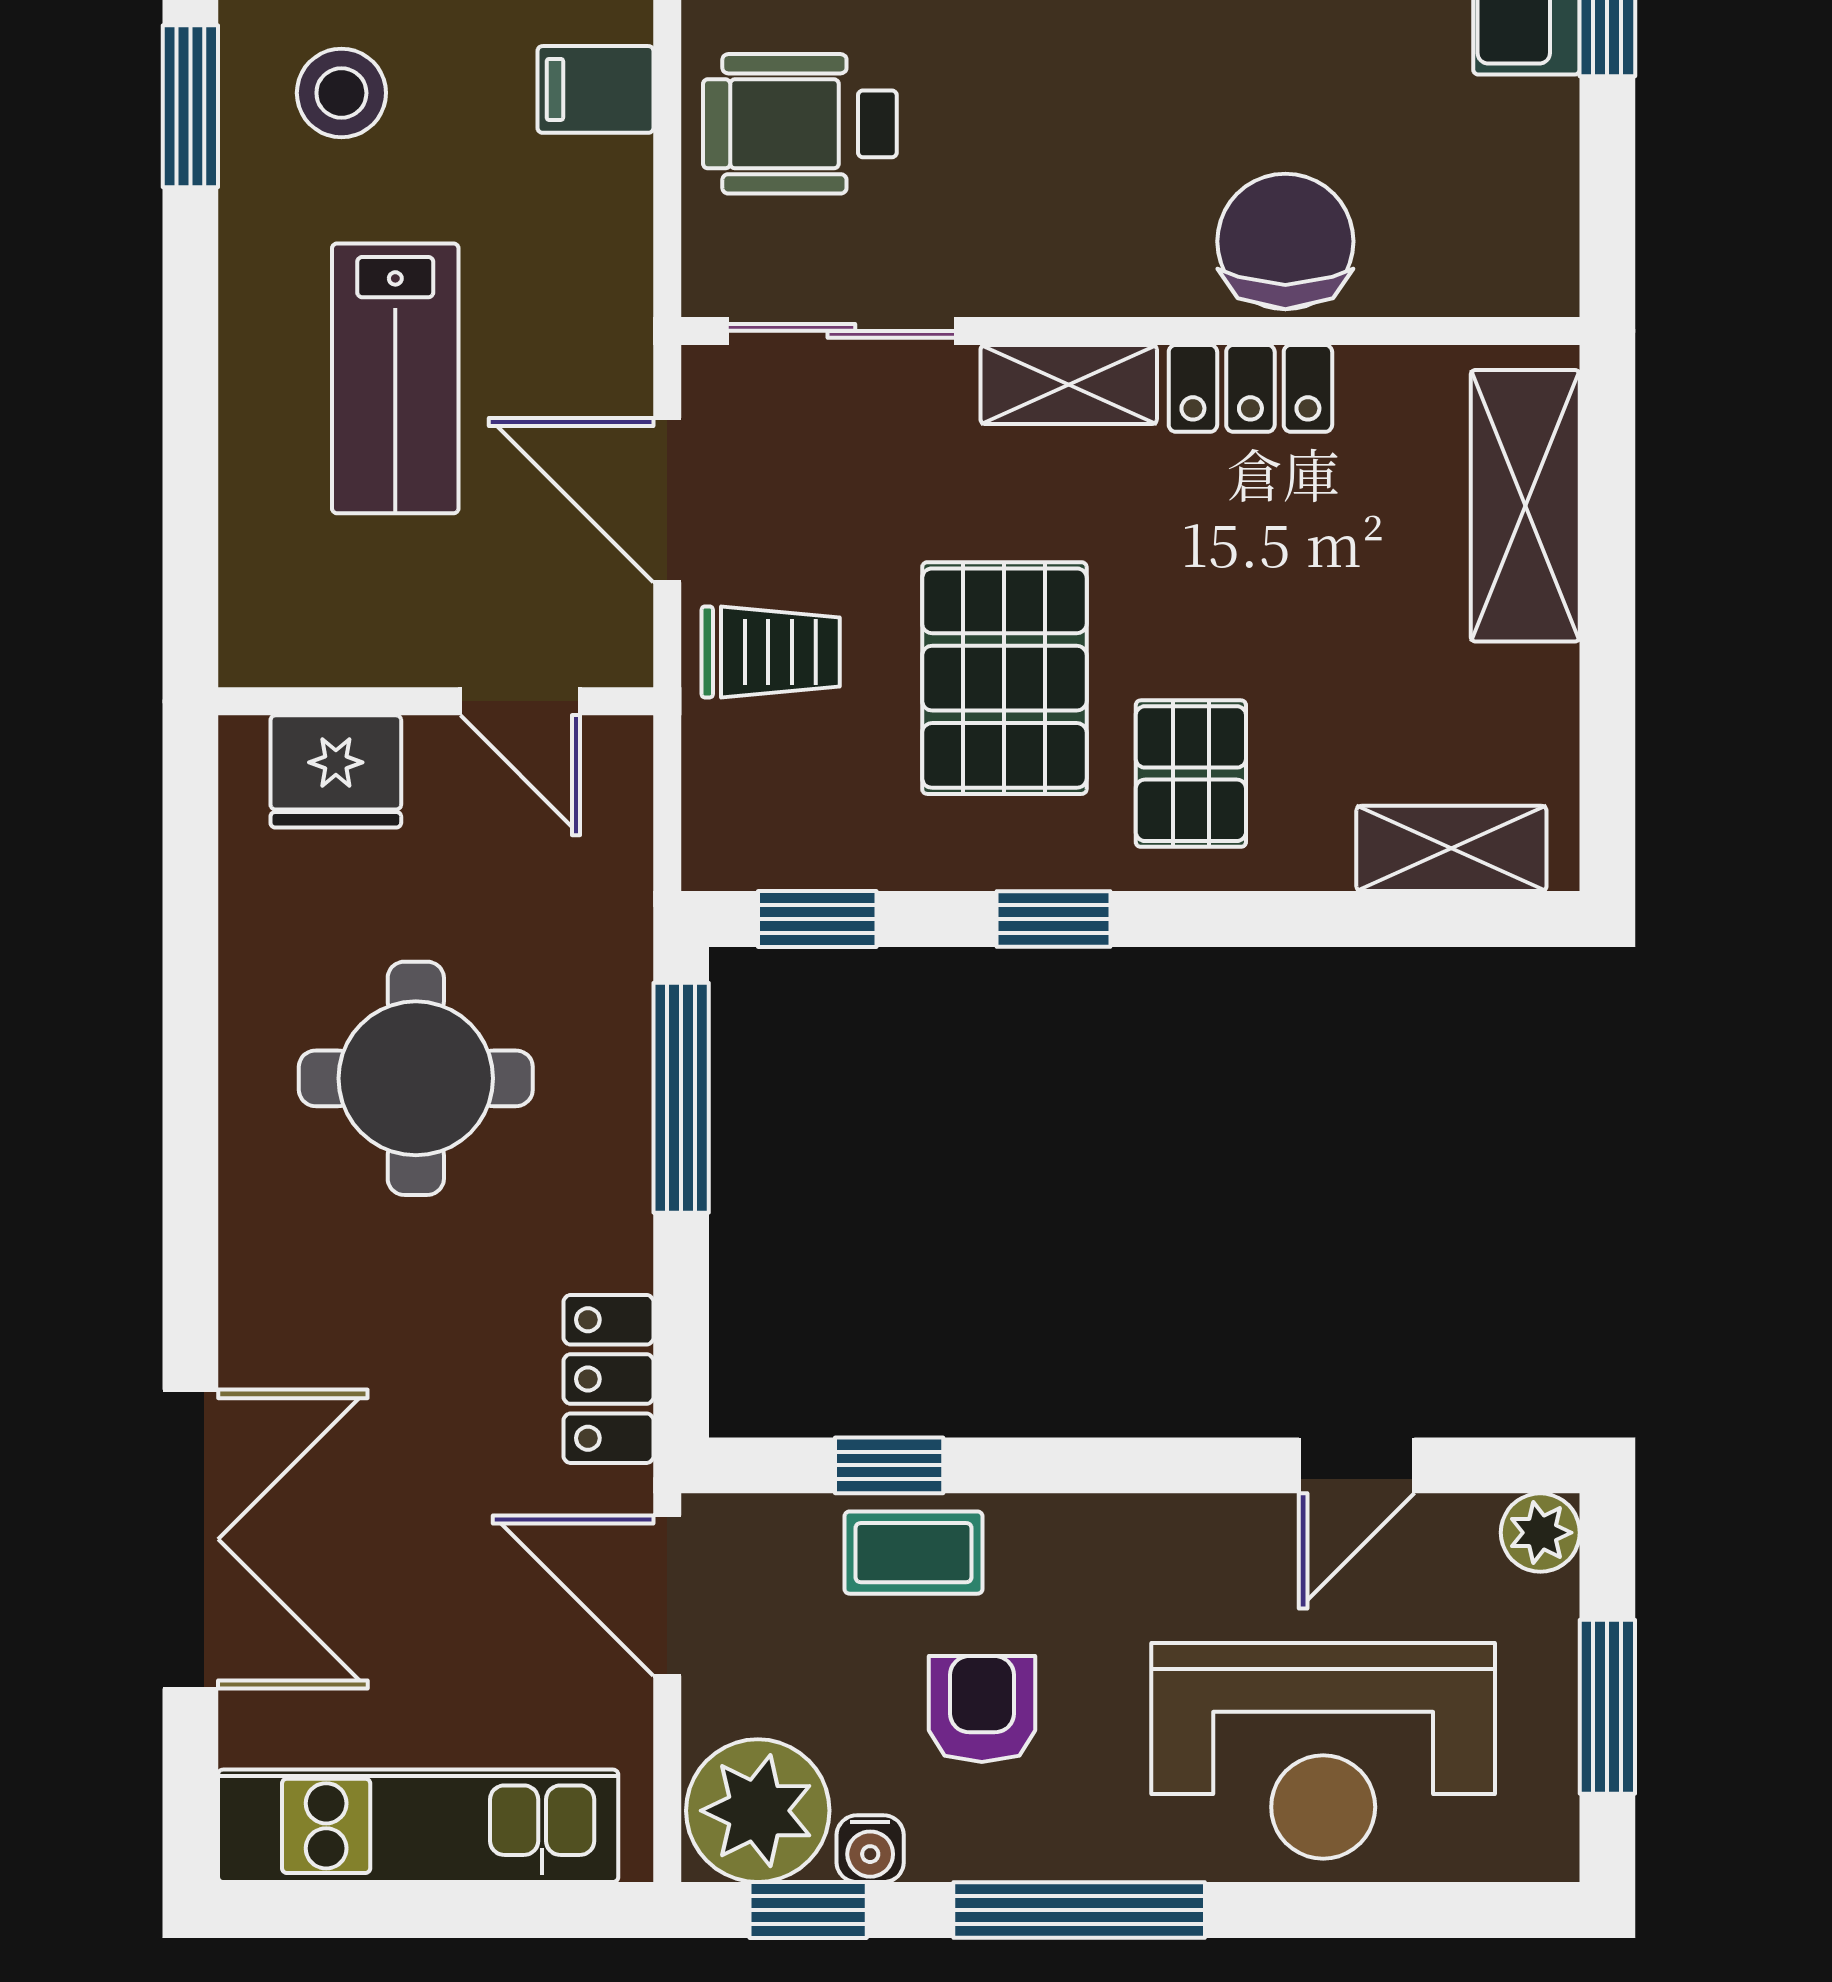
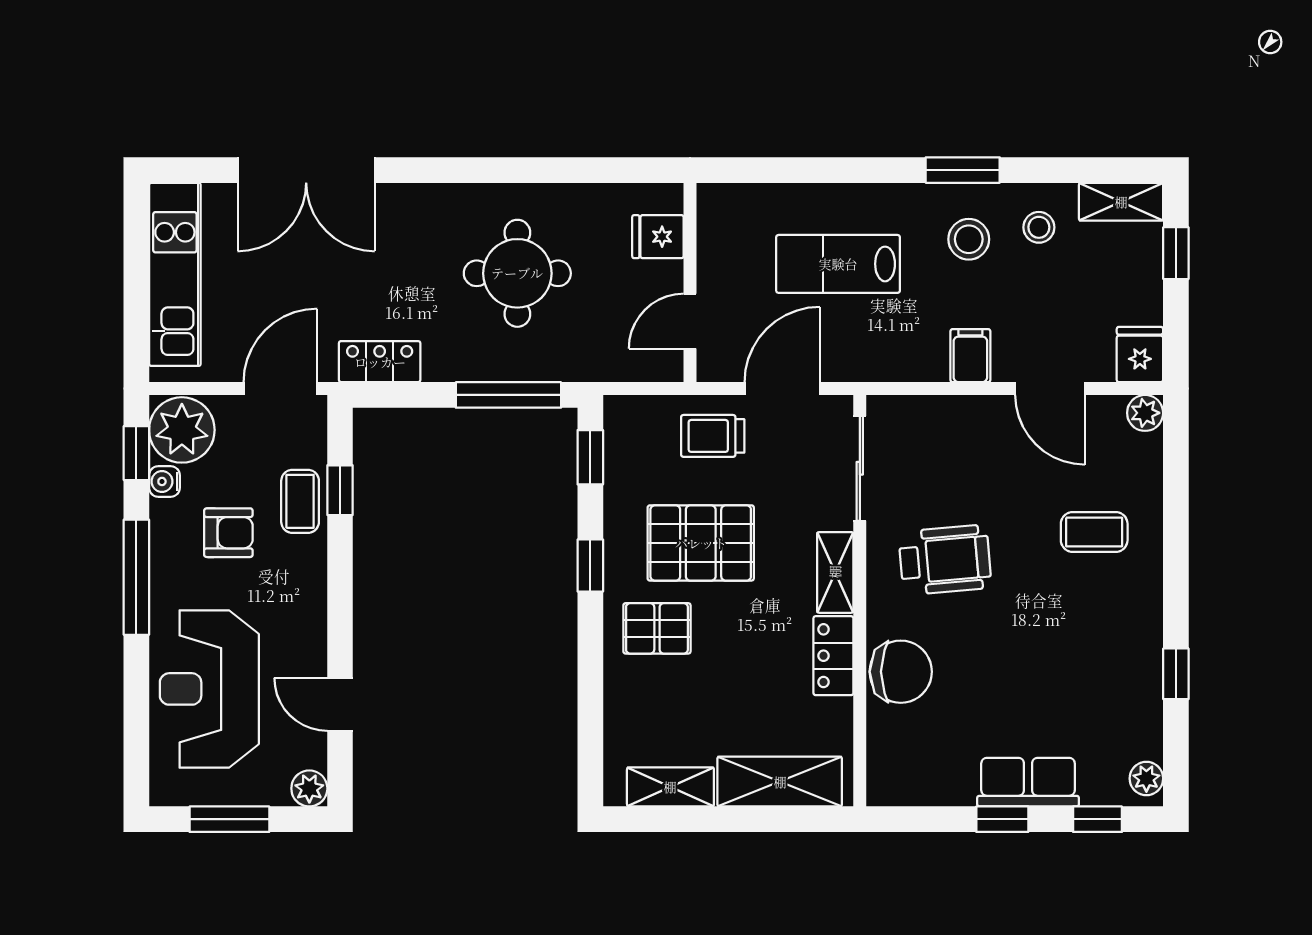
wheelchair: (800, 124) -> (945, 560), moved, turned 85
trolley: (771, 652) -> (713, 436), turned 90
fridge: (336, 771) -> (658, 237), width x0.72
shelving: (1451, 848) -> (670, 787), moved, turned 90

